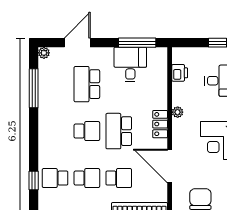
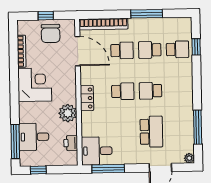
desk: (130, 65) -> (97, 151), moved, turned 90
plant: (178, 112) -> (68, 113), width x1.87, depth x1.87
school desk: (119, 131) -> (123, 91), width x0.54
door: (170, 166) -> (78, 51), moved
school desk: (119, 178) -> (122, 50), turned 180

